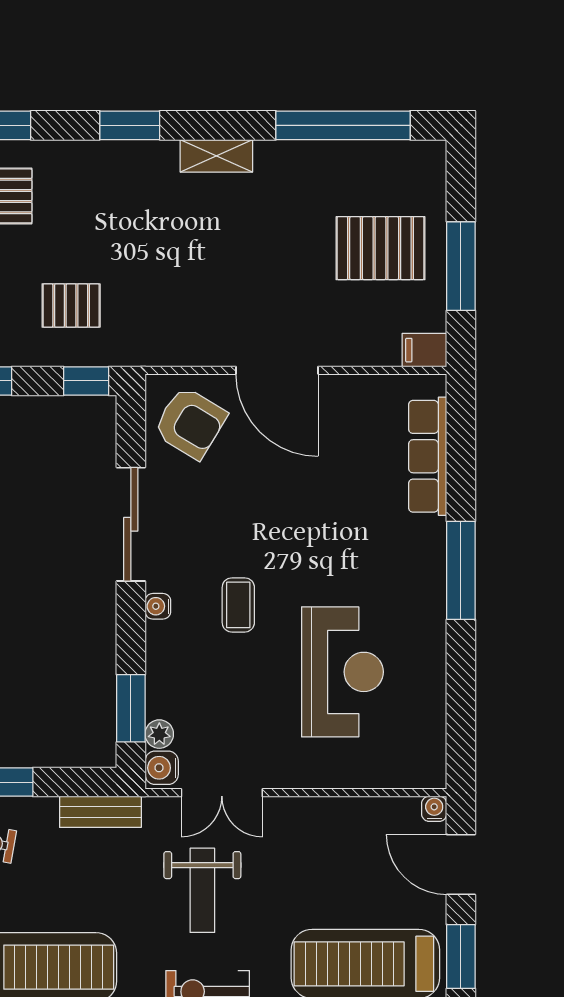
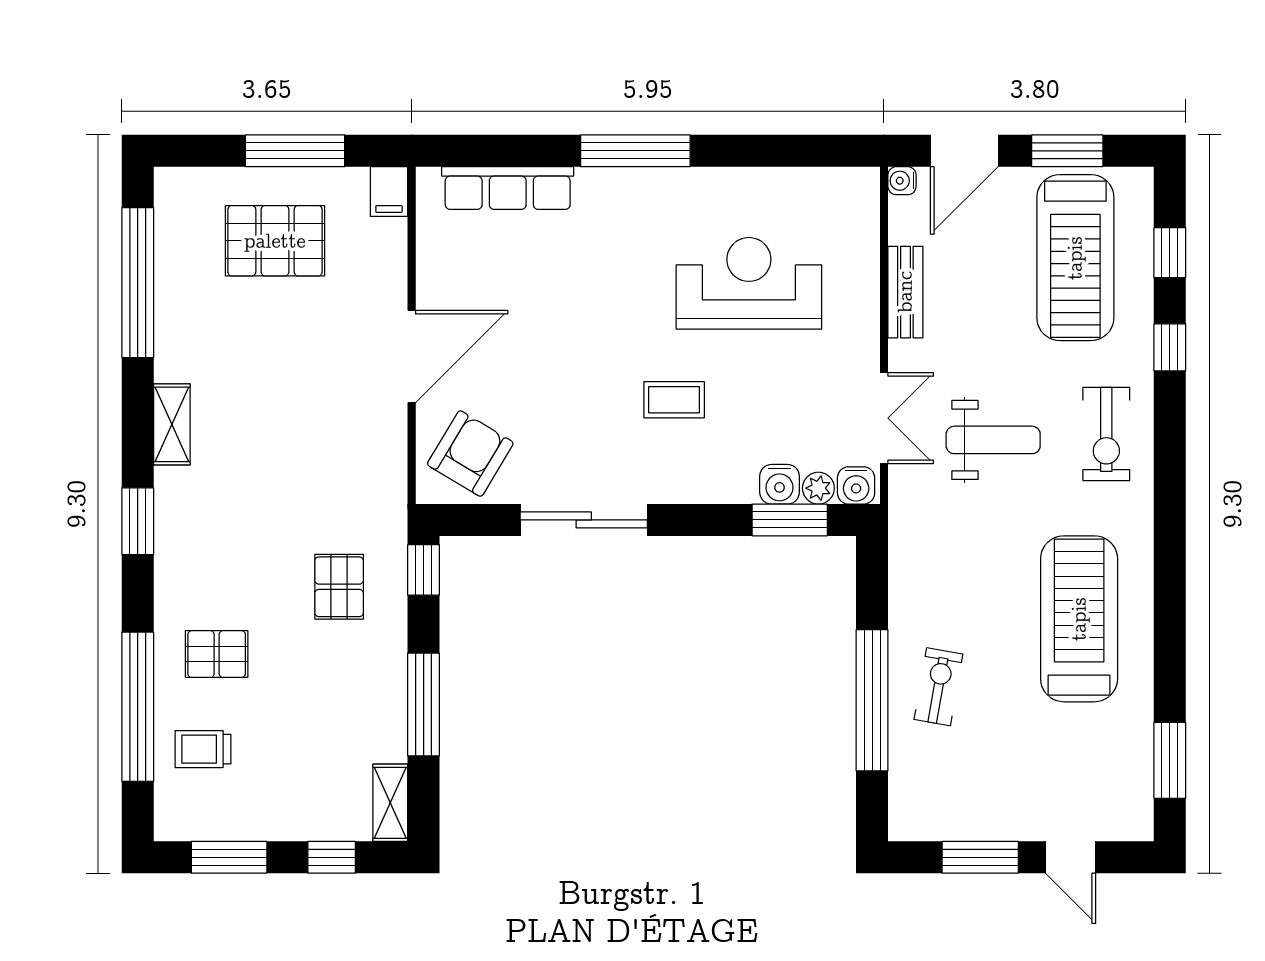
pallet: (380, 248) -> (275, 241), turned 90
water cooler: (158, 606) -> (780, 484), moved, width x1.38, depth x1.38
bench: (100, 812) -> (905, 292), moved

